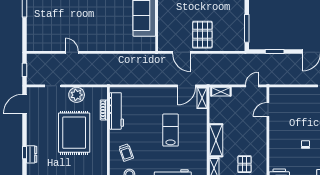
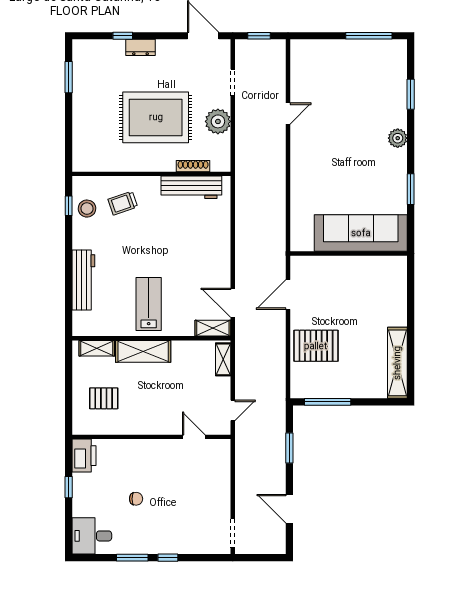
pallet: (202, 35) -> (316, 346), moved
door: (252, 86) -> (233, 410), hinge flipped
lab bench: (171, 130) -> (149, 304), moved, turned -90
dresser: (32, 154) -> (140, 47), moved

